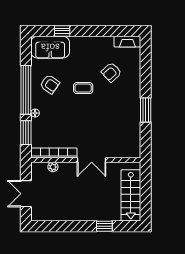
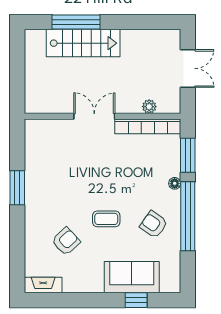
sofa: (50, 47) -> (132, 277), moved
stairs: (131, 195) -> (83, 43), moved, turned 90
window: (104, 226) -> (76, 22), width x2.17

